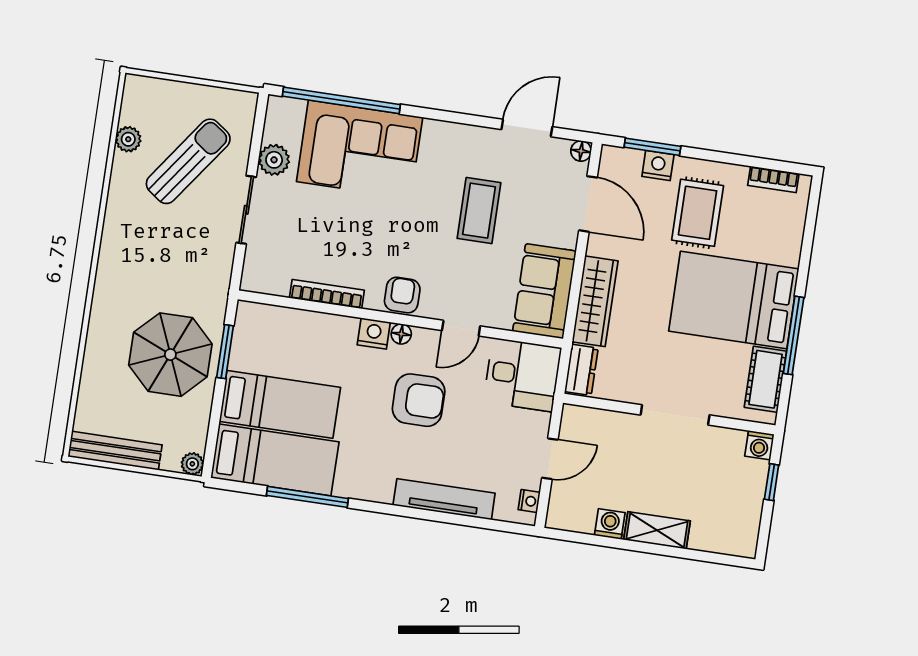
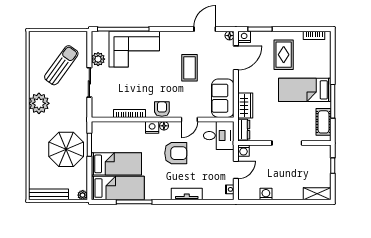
plant: (128, 139) -> (39, 103), moved, width x1.88, depth x1.88
nightstand: (658, 166) -> (244, 37), moved
door: (588, 204) -> (236, 58), hinge flipped
bed: (734, 300) -> (305, 90), width x0.67
wardrobe: (595, 301) -> (245, 106), width x0.67
washing machine: (759, 445) -> (244, 151), moved
tv unit: (444, 499) -> (187, 194), width x0.71
shelving: (657, 530) -> (317, 194), moved

